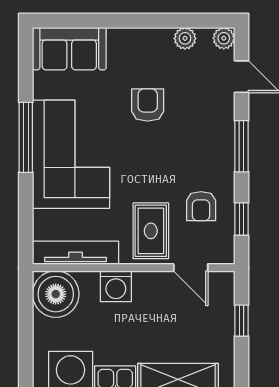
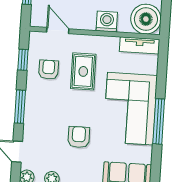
armchair: (148, 105) -> (79, 137), turned 180
rug: (151, 231) -> (83, 71), moved
tv unit: (75, 253) -> (139, 45), width x0.71

